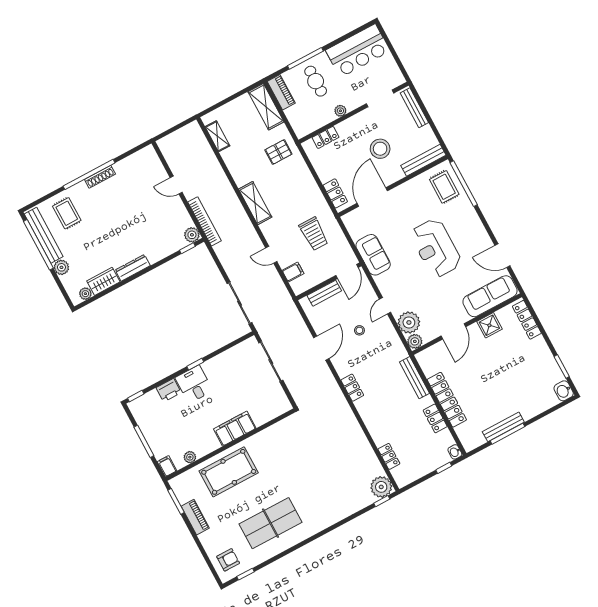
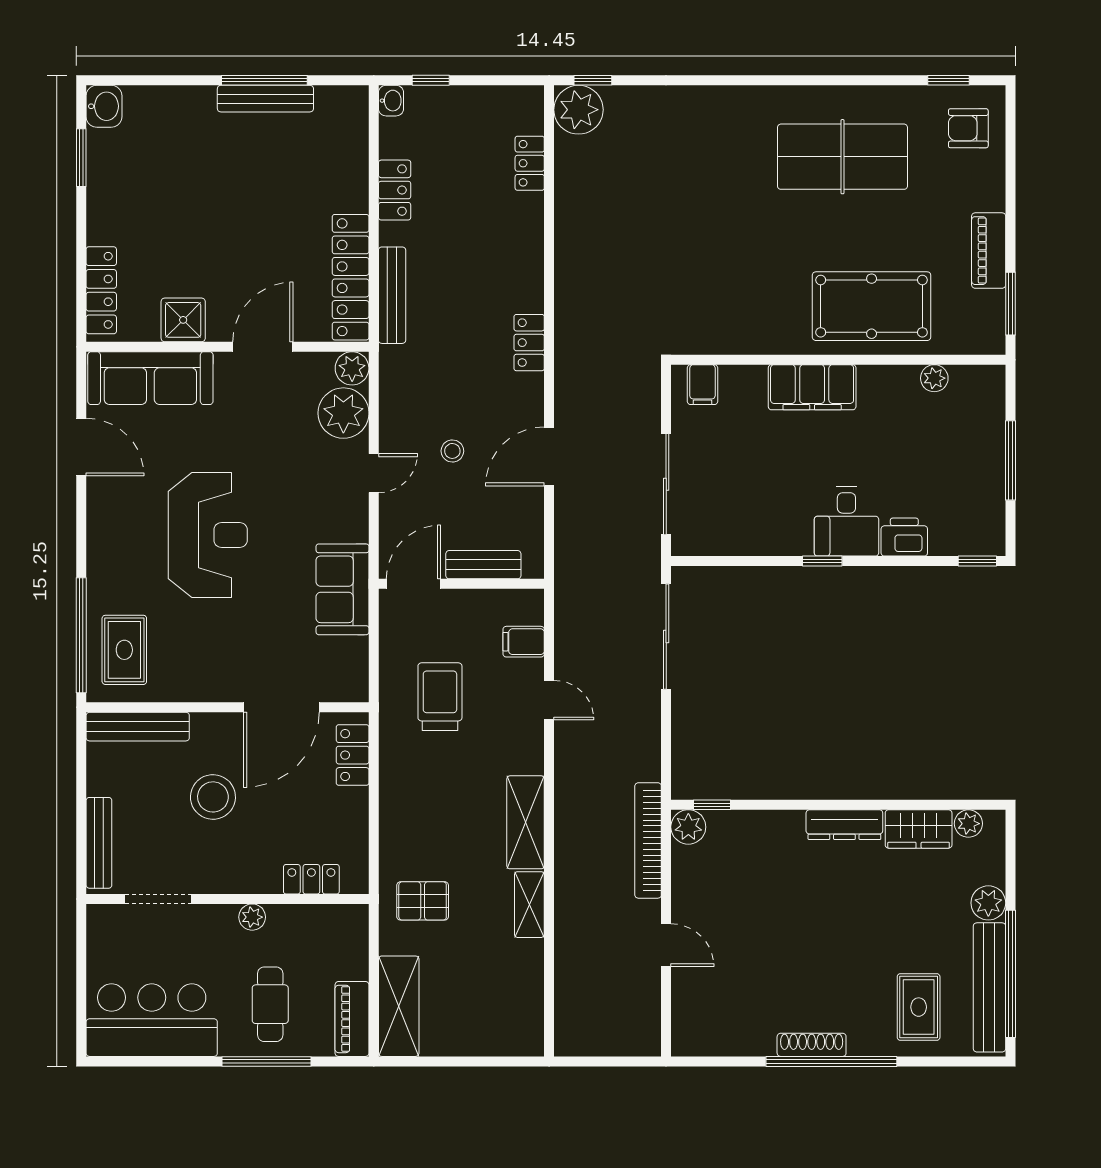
shelving: (217, 136) -> (529, 905), moved
locker: (447, 400) -> (351, 277), moved
filing cabinet: (167, 466) -> (702, 385), moved

